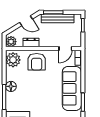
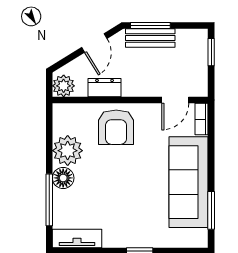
bench: (58, 18) -> (150, 38), width x0.73
door: (26, 21) -> (94, 43), hinge flipped
plant: (13, 60) -> (68, 151), moved

